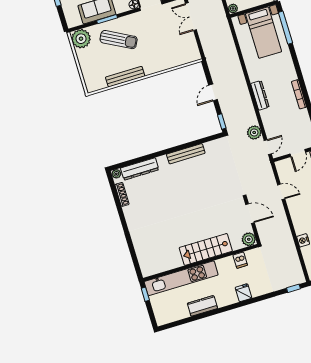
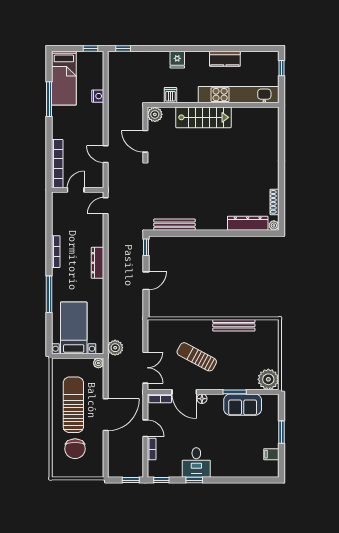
window: (285, 28) -> (49, 294), moved
sun lounger: (119, 40) -> (197, 357), moved
plant: (254, 132) -> (115, 348), moved
bench: (186, 154) -> (174, 225), moved
window: (145, 294) -> (281, 68), moved

